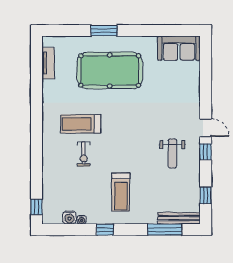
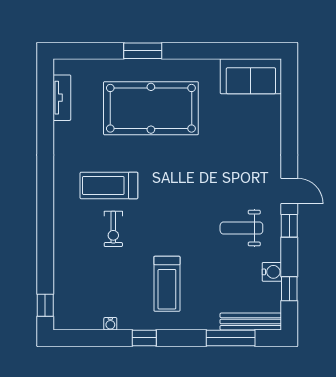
weight bench: (172, 153) -> (241, 228), turned 90
water cooler: (69, 218) -> (272, 272), moved, turned -90

